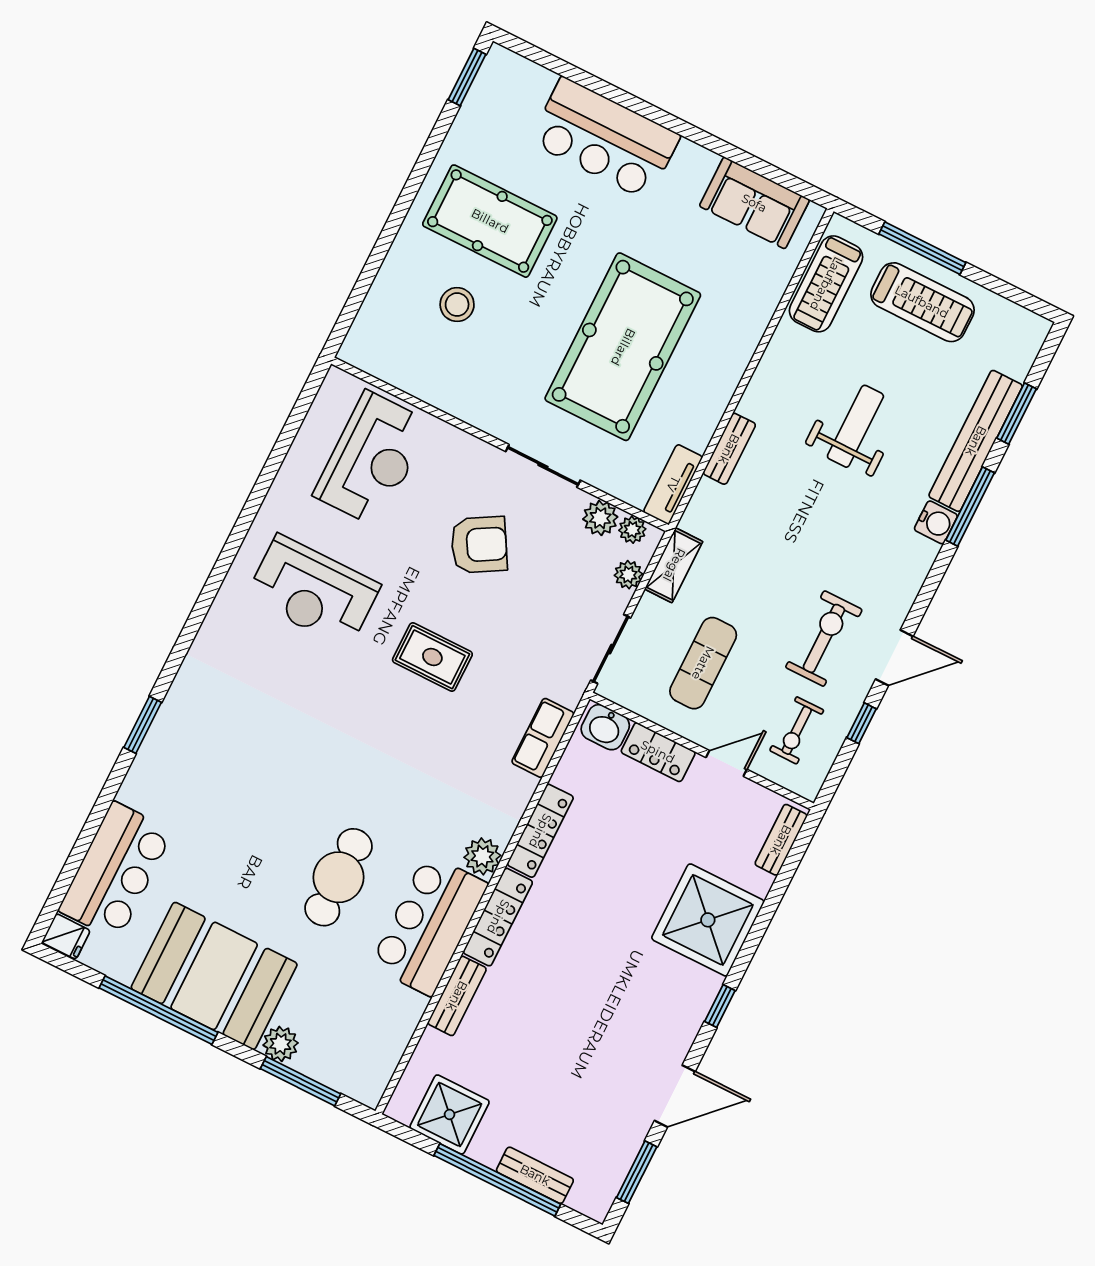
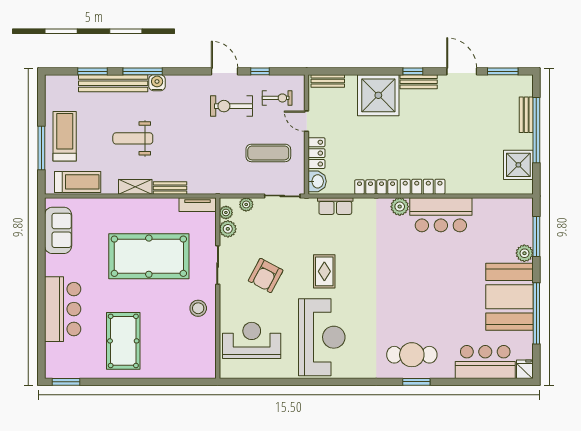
stool: (457, 305) -> (198, 308), moved
armchair: (479, 545) -> (266, 275), turned -122
shelving: (674, 565) -> (135, 187), moved
reception desk: (313, 591) -> (322, 337), width x1.36, depth x1.30
cafe table: (339, 877) -> (412, 355), moved
bench: (457, 996) -> (419, 82), moved

